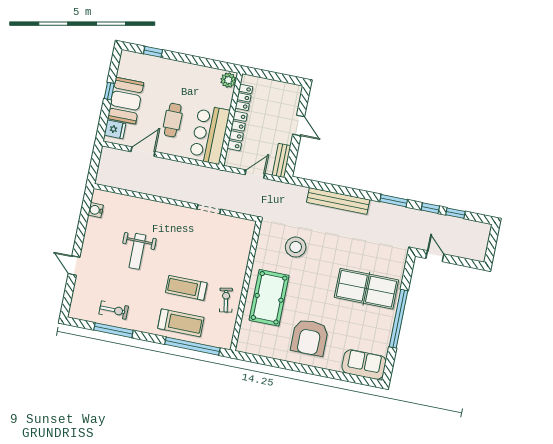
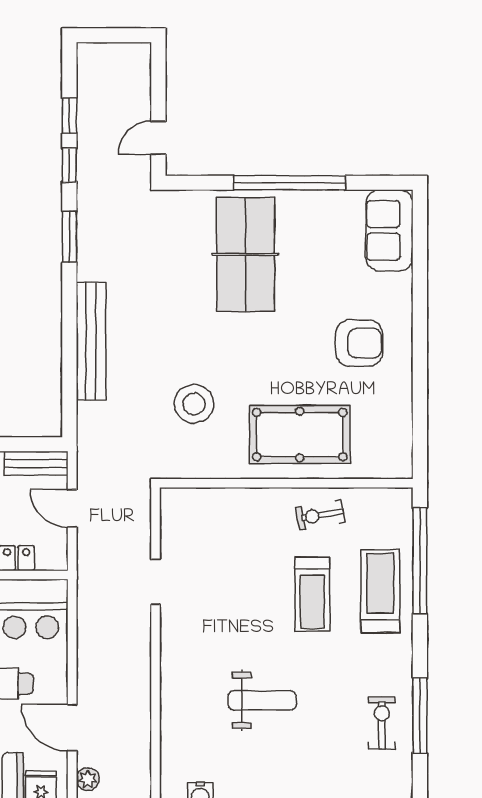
plant: (115, 154) -> (88, 779), added
armchair: (310, 337) -> (359, 343), width x0.73, depth x0.73

